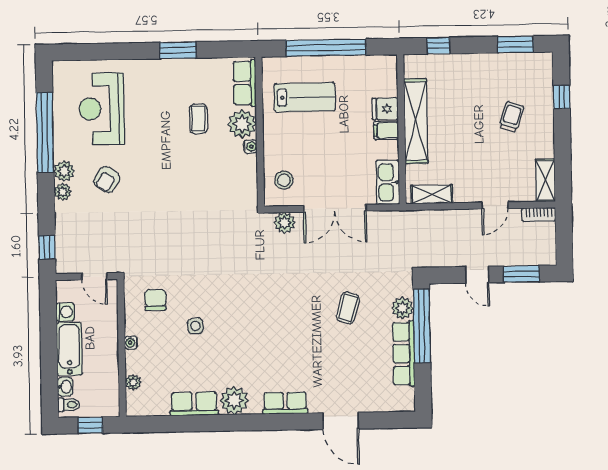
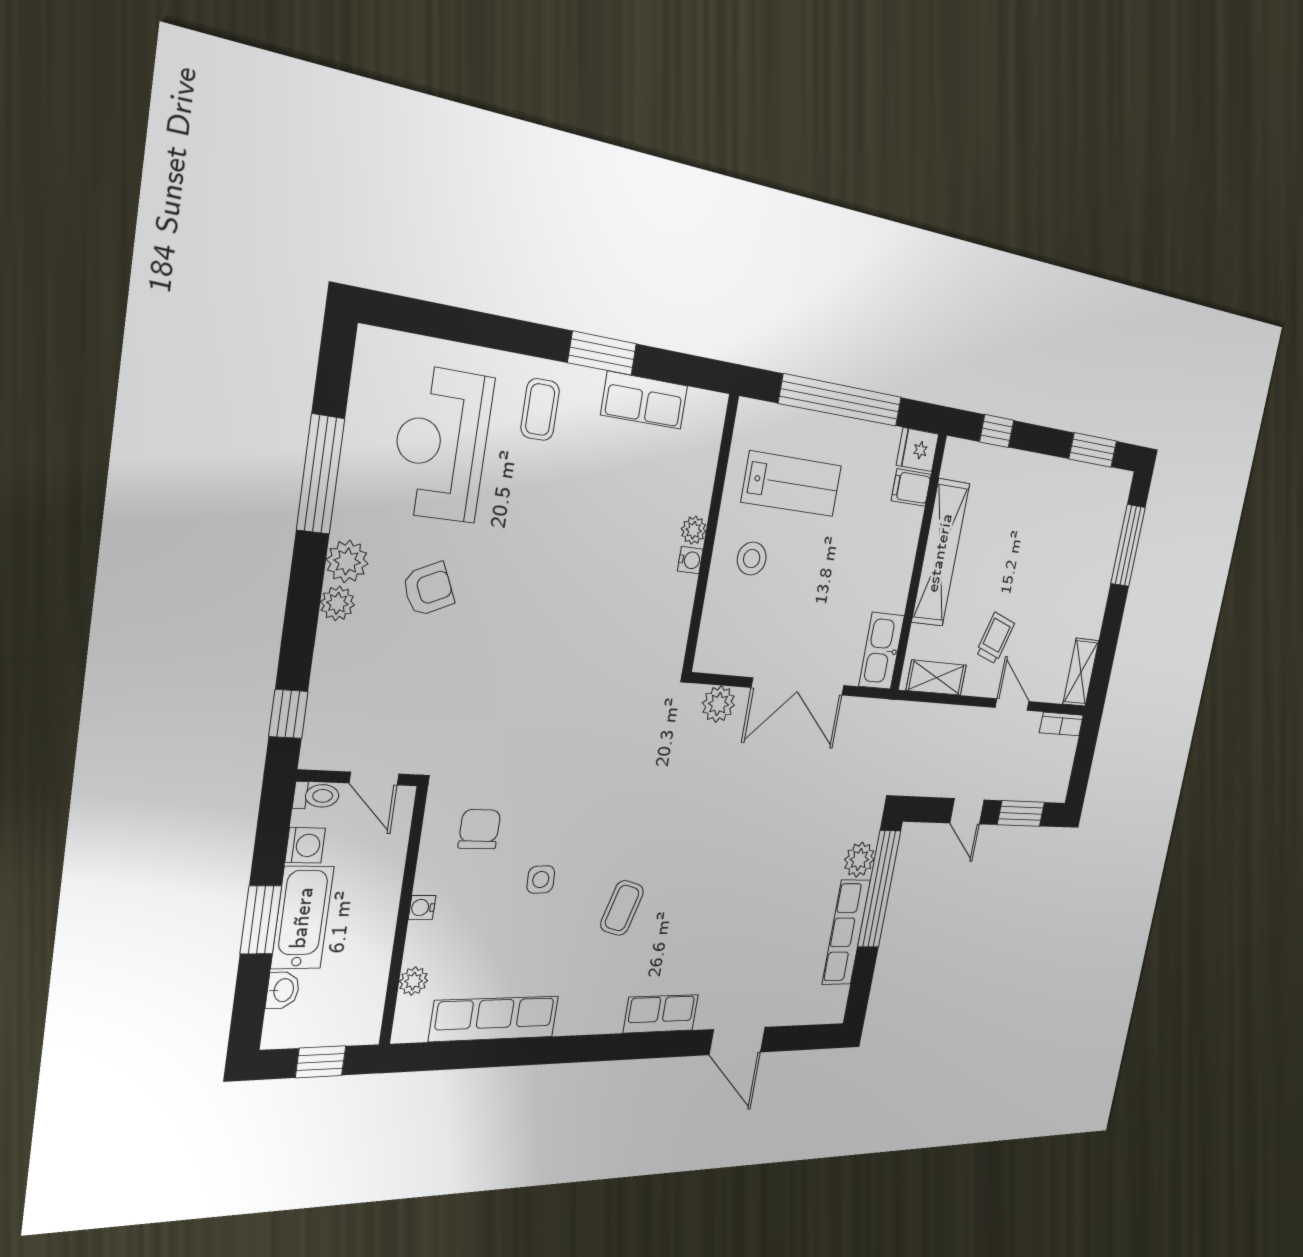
row of seats: (245, 83) -> (644, 400), moved, turned -90
window: (562, 97) -> (1128, 545), width x2.17
fridge: (385, 109) -> (917, 450), moved
trolley: (511, 117) -> (995, 638), moved
coffee table: (198, 119) -> (540, 410), moved
plant: (242, 124) -> (694, 530), width x0.53, depth x0.53
filing cabinet: (386, 130) -> (911, 488), moved
window: (45, 132) -> (320, 474), width x0.68
armchair: (107, 180) -> (428, 589), turned -148
stool: (284, 180) -> (752, 559), moved
door: (495, 205) -> (1012, 705), swing flipped
coffee table: (348, 308) -> (622, 908), moved
window: (49, 350) -> (261, 920), added
plant: (234, 401) -> (582, 1011), removed
row of seats: (194, 404) -> (494, 1019), width x1.48
toilet: (69, 405) -> (316, 796), moved

